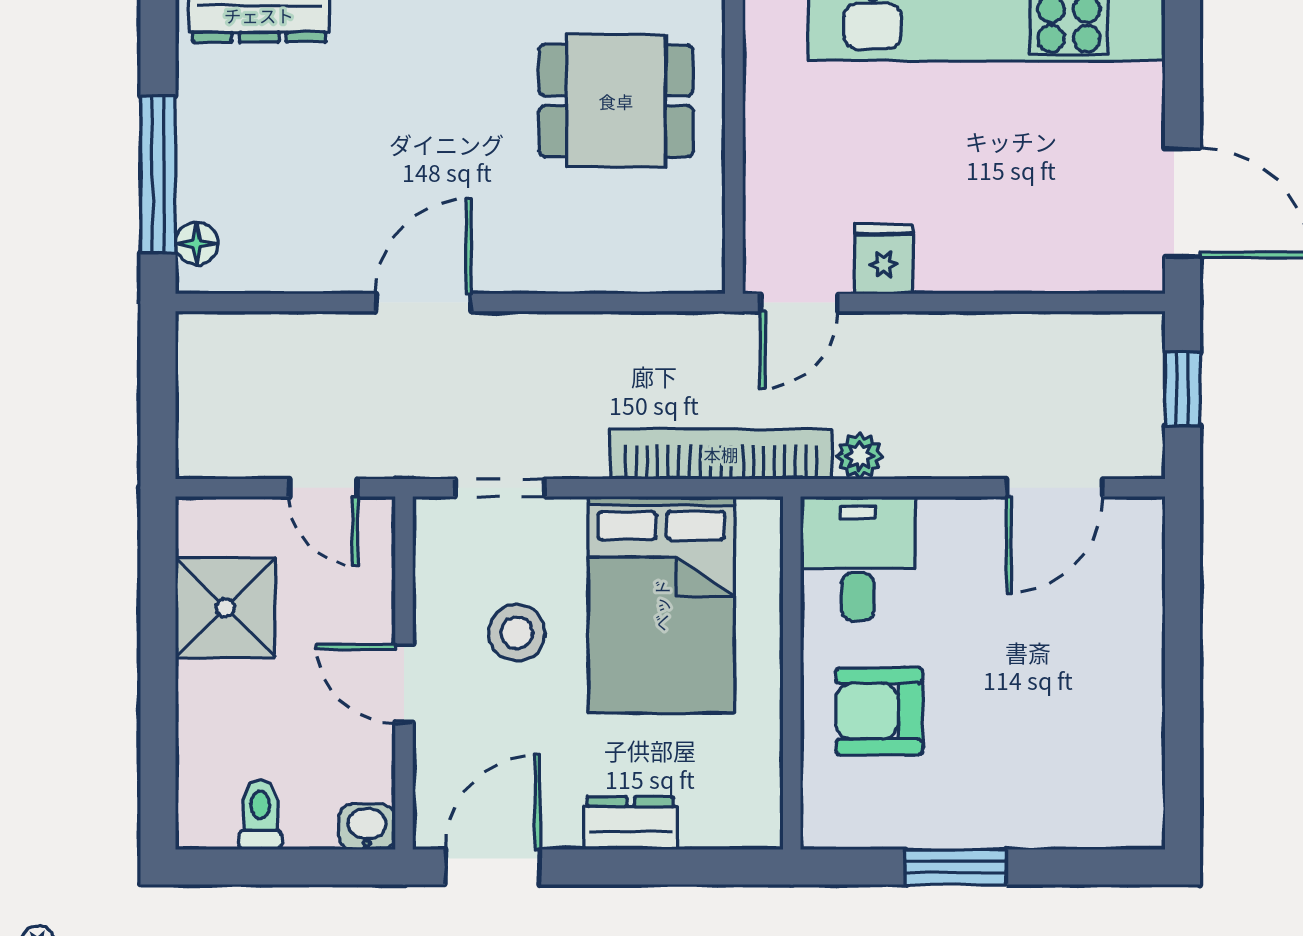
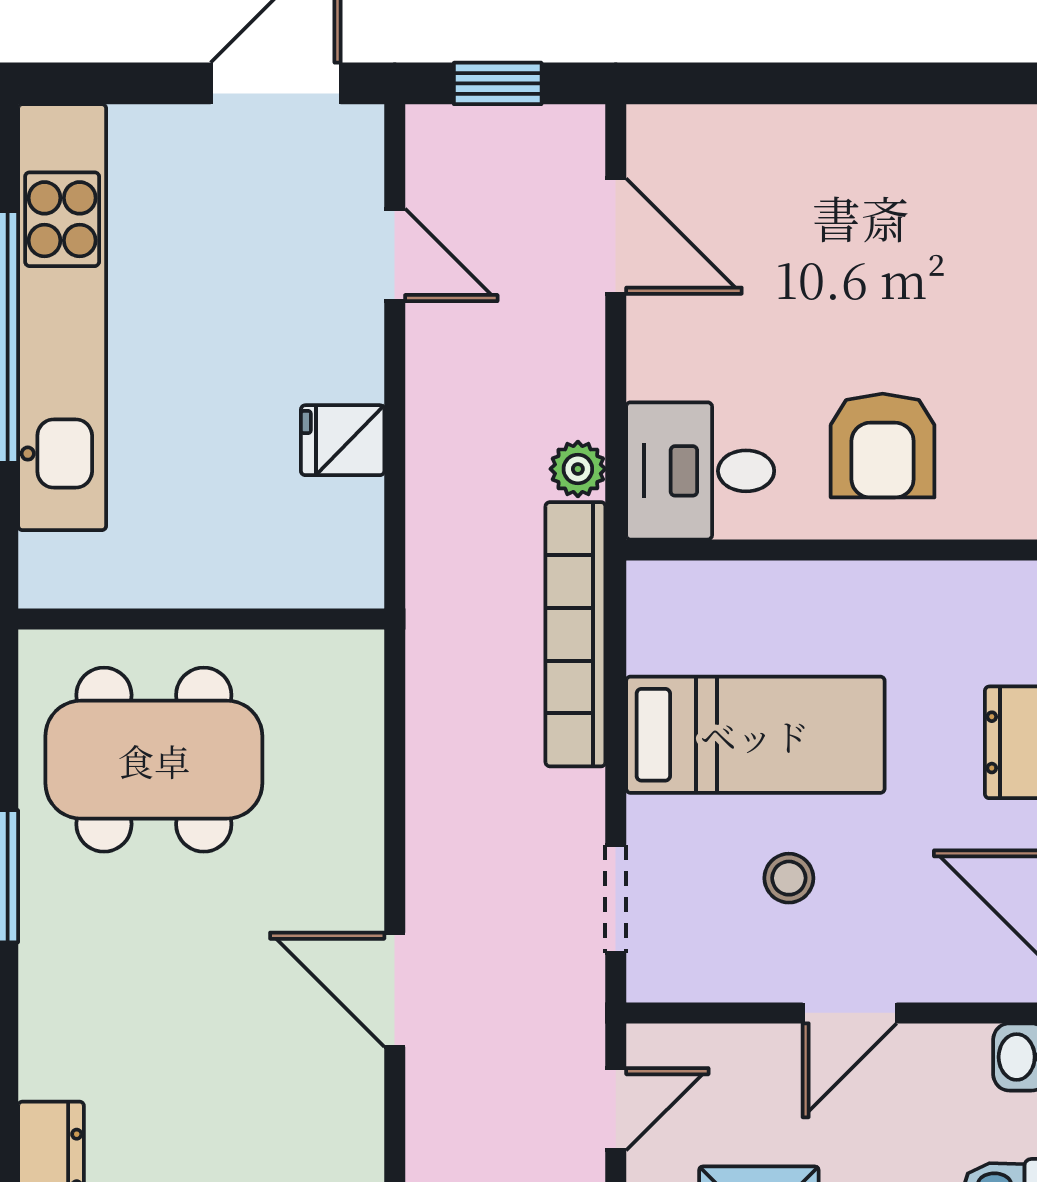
dining table: (616, 101) -> (154, 760), width x1.38
door: (799, 303) -> (395, 255), moved
bed: (661, 605) -> (755, 735), width x0.67
stool: (517, 633) -> (789, 878), width x0.73, depth x0.73

